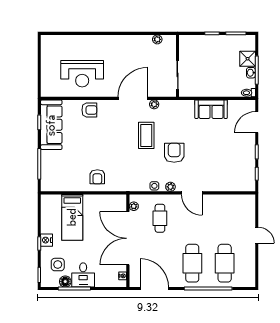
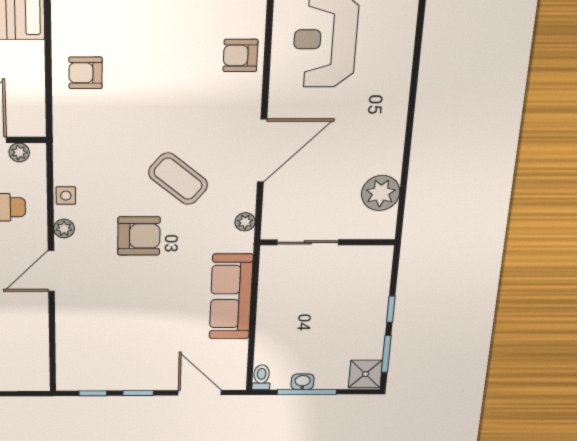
plant: (157, 39) -> (381, 193), width x1.88, depth x1.88
shower: (248, 59) -> (365, 374), moved
door: (133, 98) -> (262, 151), hinge flipped
plant: (154, 104) -> (245, 222), moved
sofa: (211, 109) -> (231, 297), width x1.36
armchair: (89, 110) -> (240, 55), turned 90
coffee table: (146, 135) -> (178, 179), turned 39

